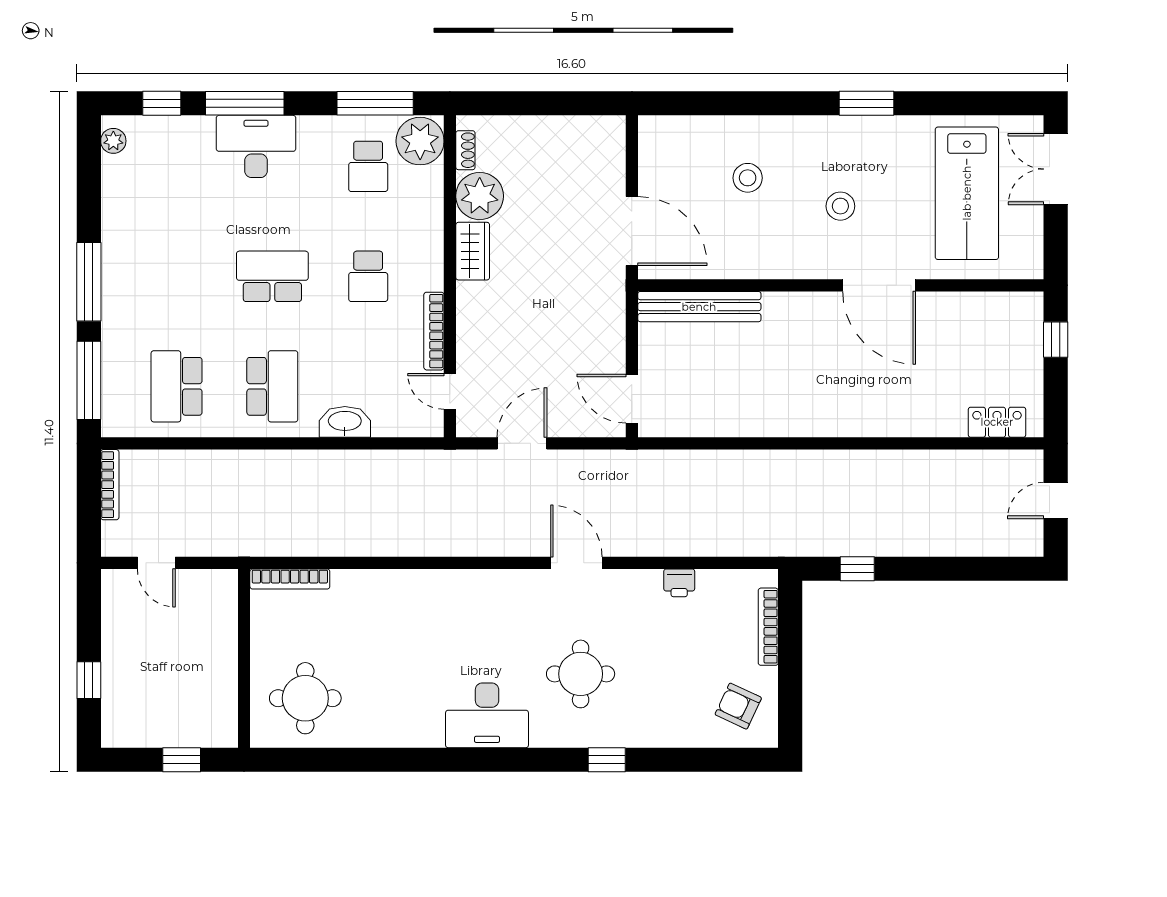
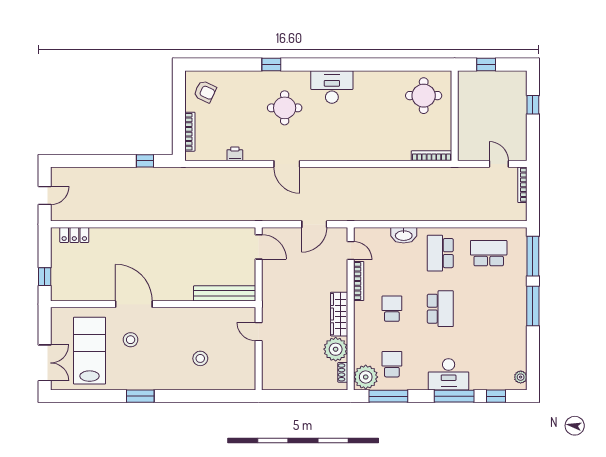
stool: (840, 206) -> (131, 340), moved
door: (632, 231) -> (259, 332), width x0.53
wardrobe: (473, 251) -> (339, 314), width x1.50
school desk: (272, 276) -> (440, 309), turned -90
school desk: (177, 386) -> (489, 253), turned -90
bookcase: (110, 485) -> (522, 185), moved

